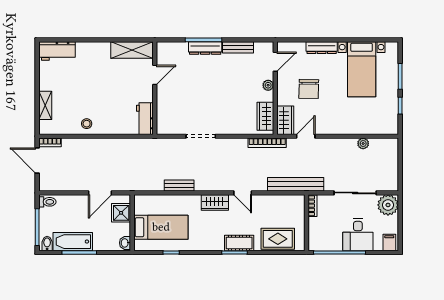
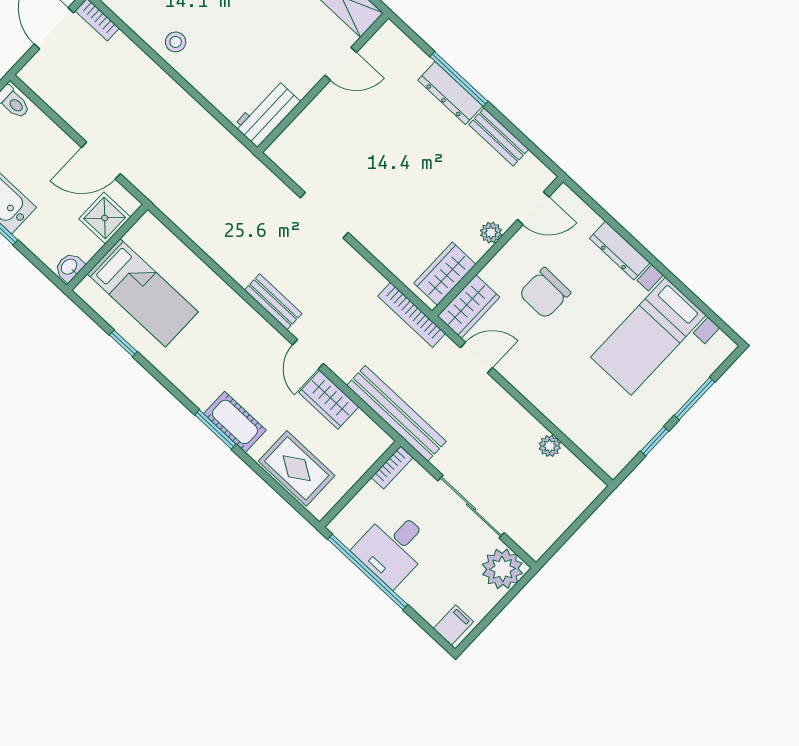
bench: (179, 186) -> (273, 302), moved
wardrobe: (215, 202) -> (329, 400), moved
desk: (358, 235) -> (393, 548), moved

